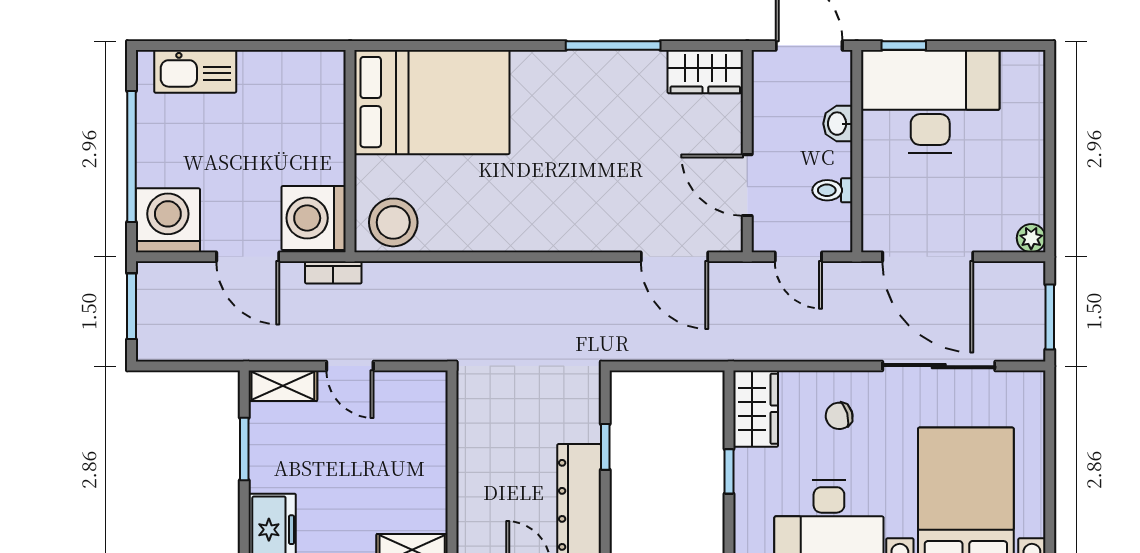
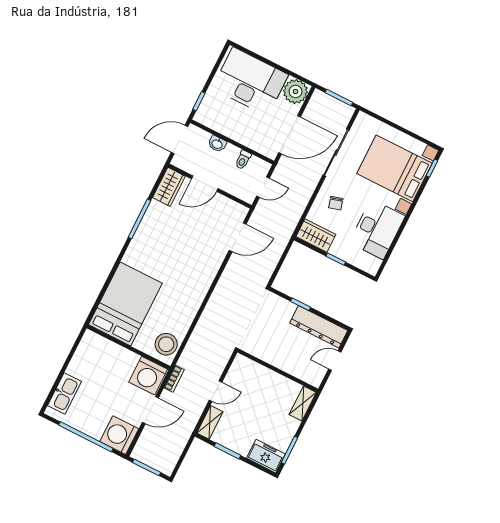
desk: (930, 102) -> (250, 81), moved, turned 90
door: (747, 185) -> (205, 184), moved
plant: (1031, 238) -> (296, 91), width x1.87, depth x1.87

